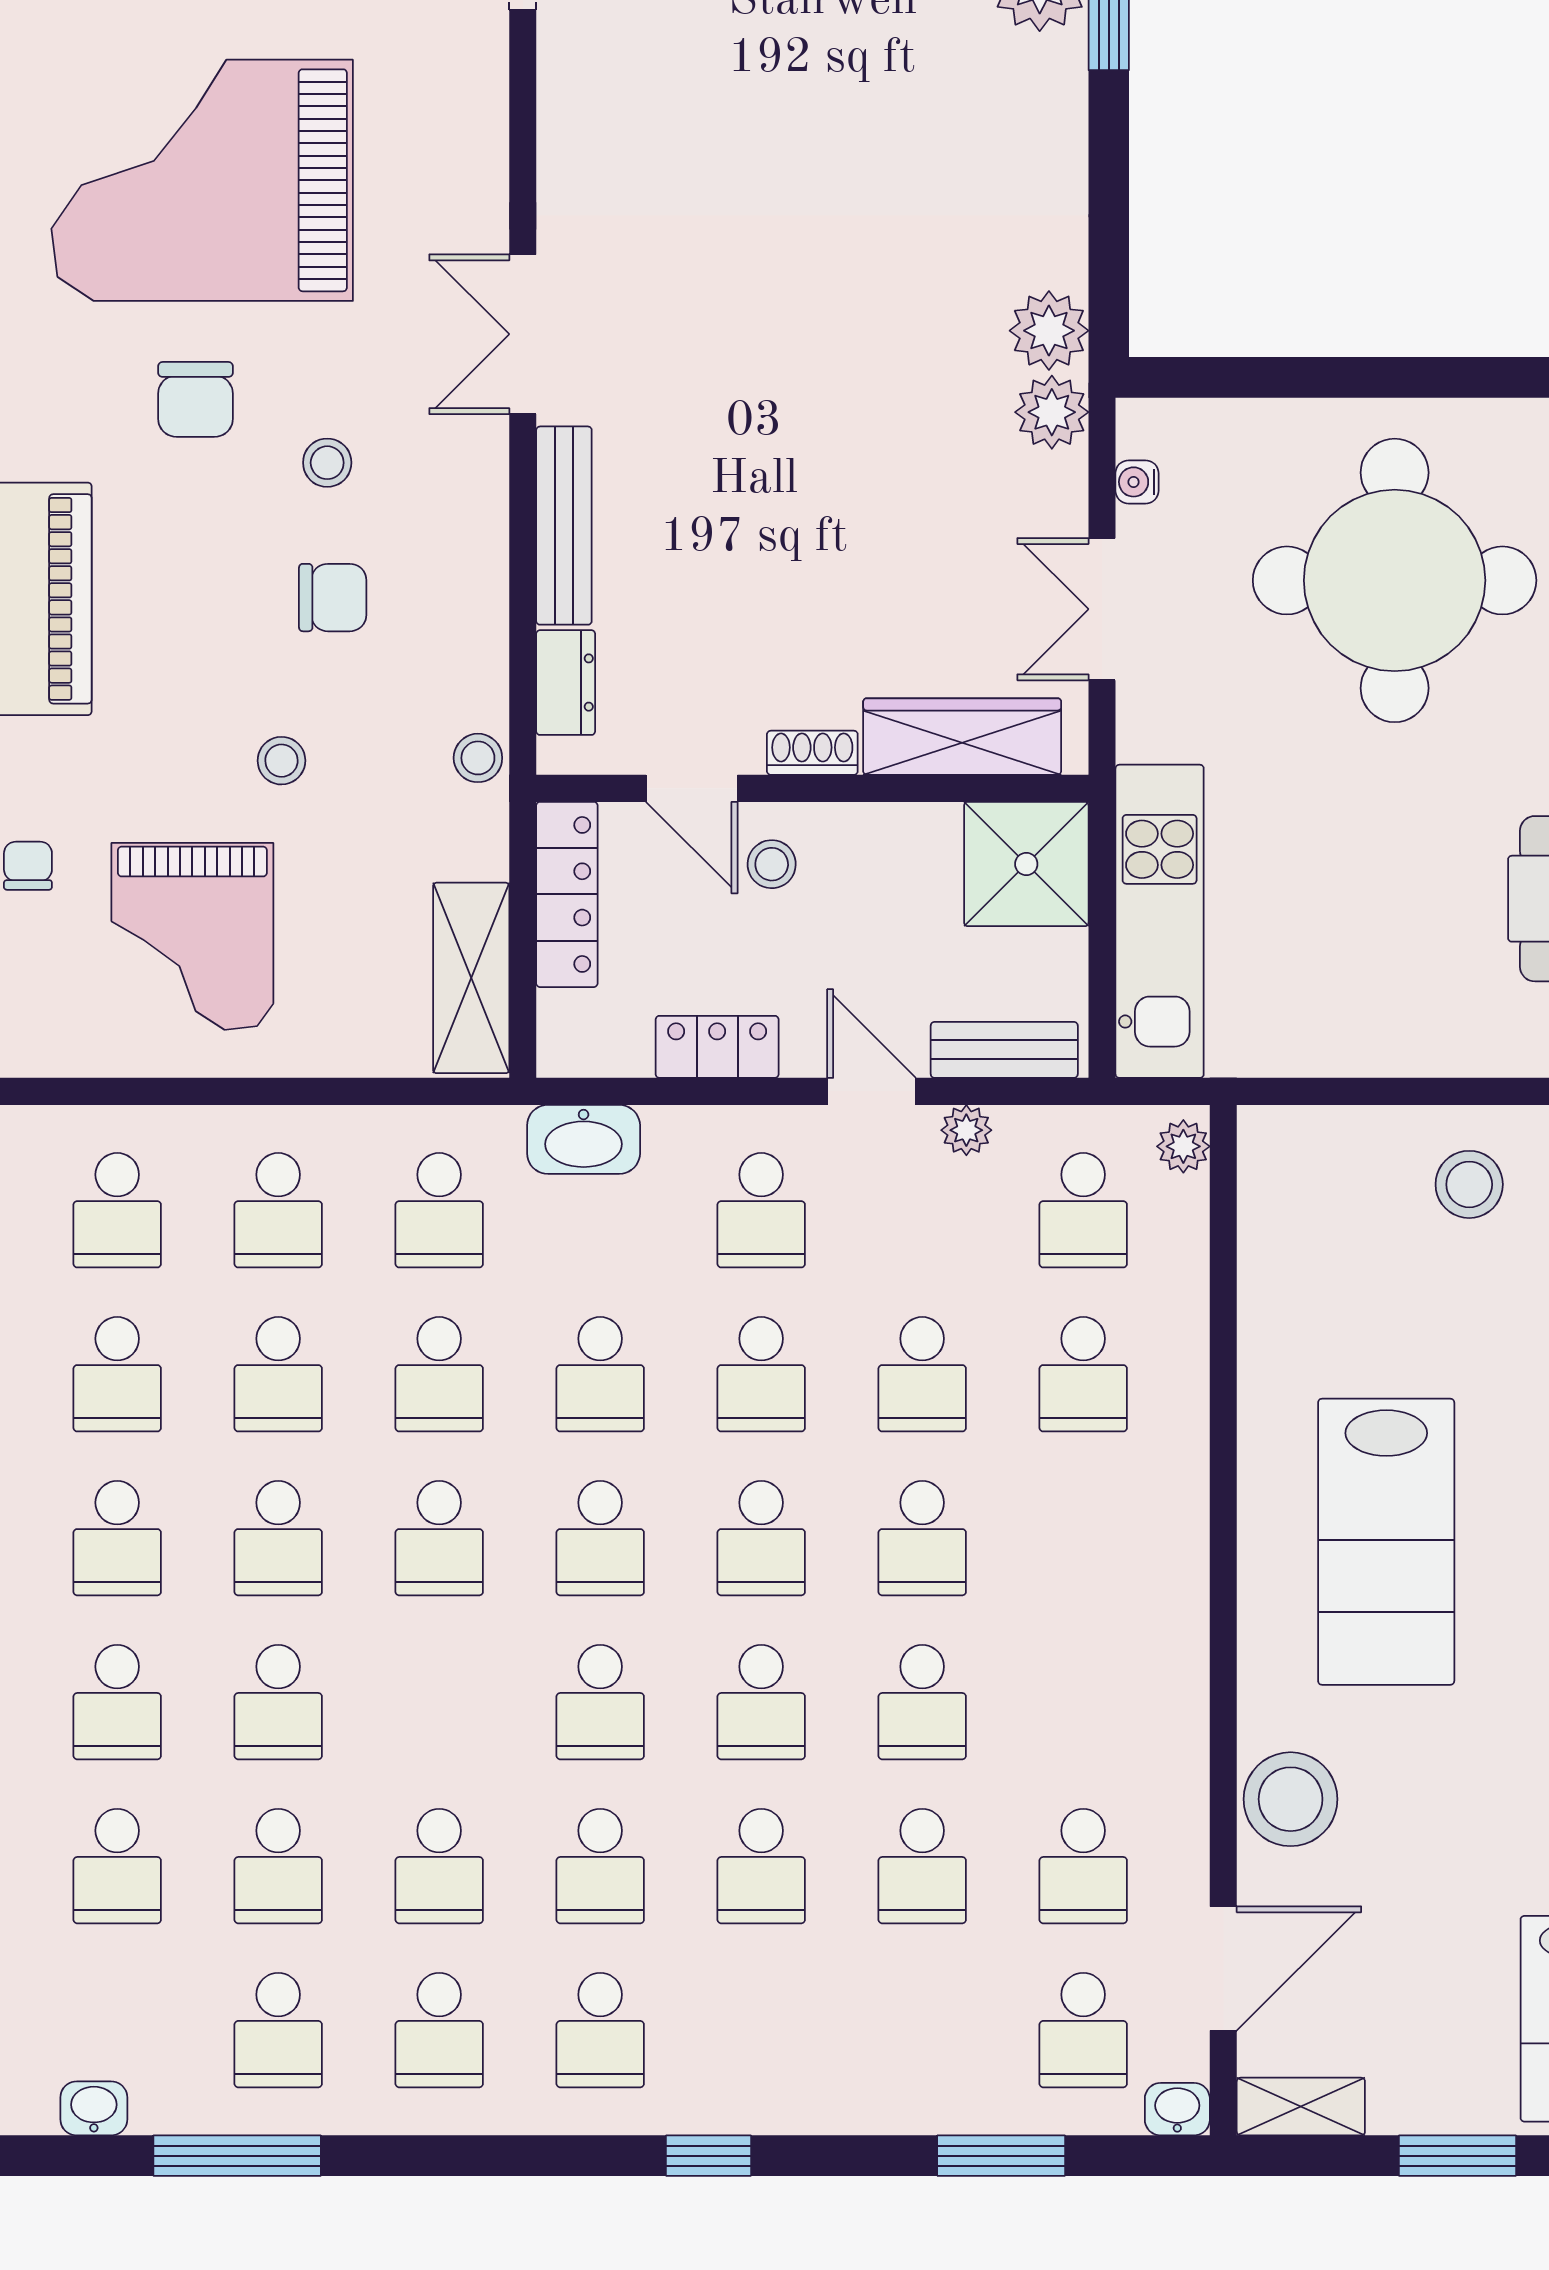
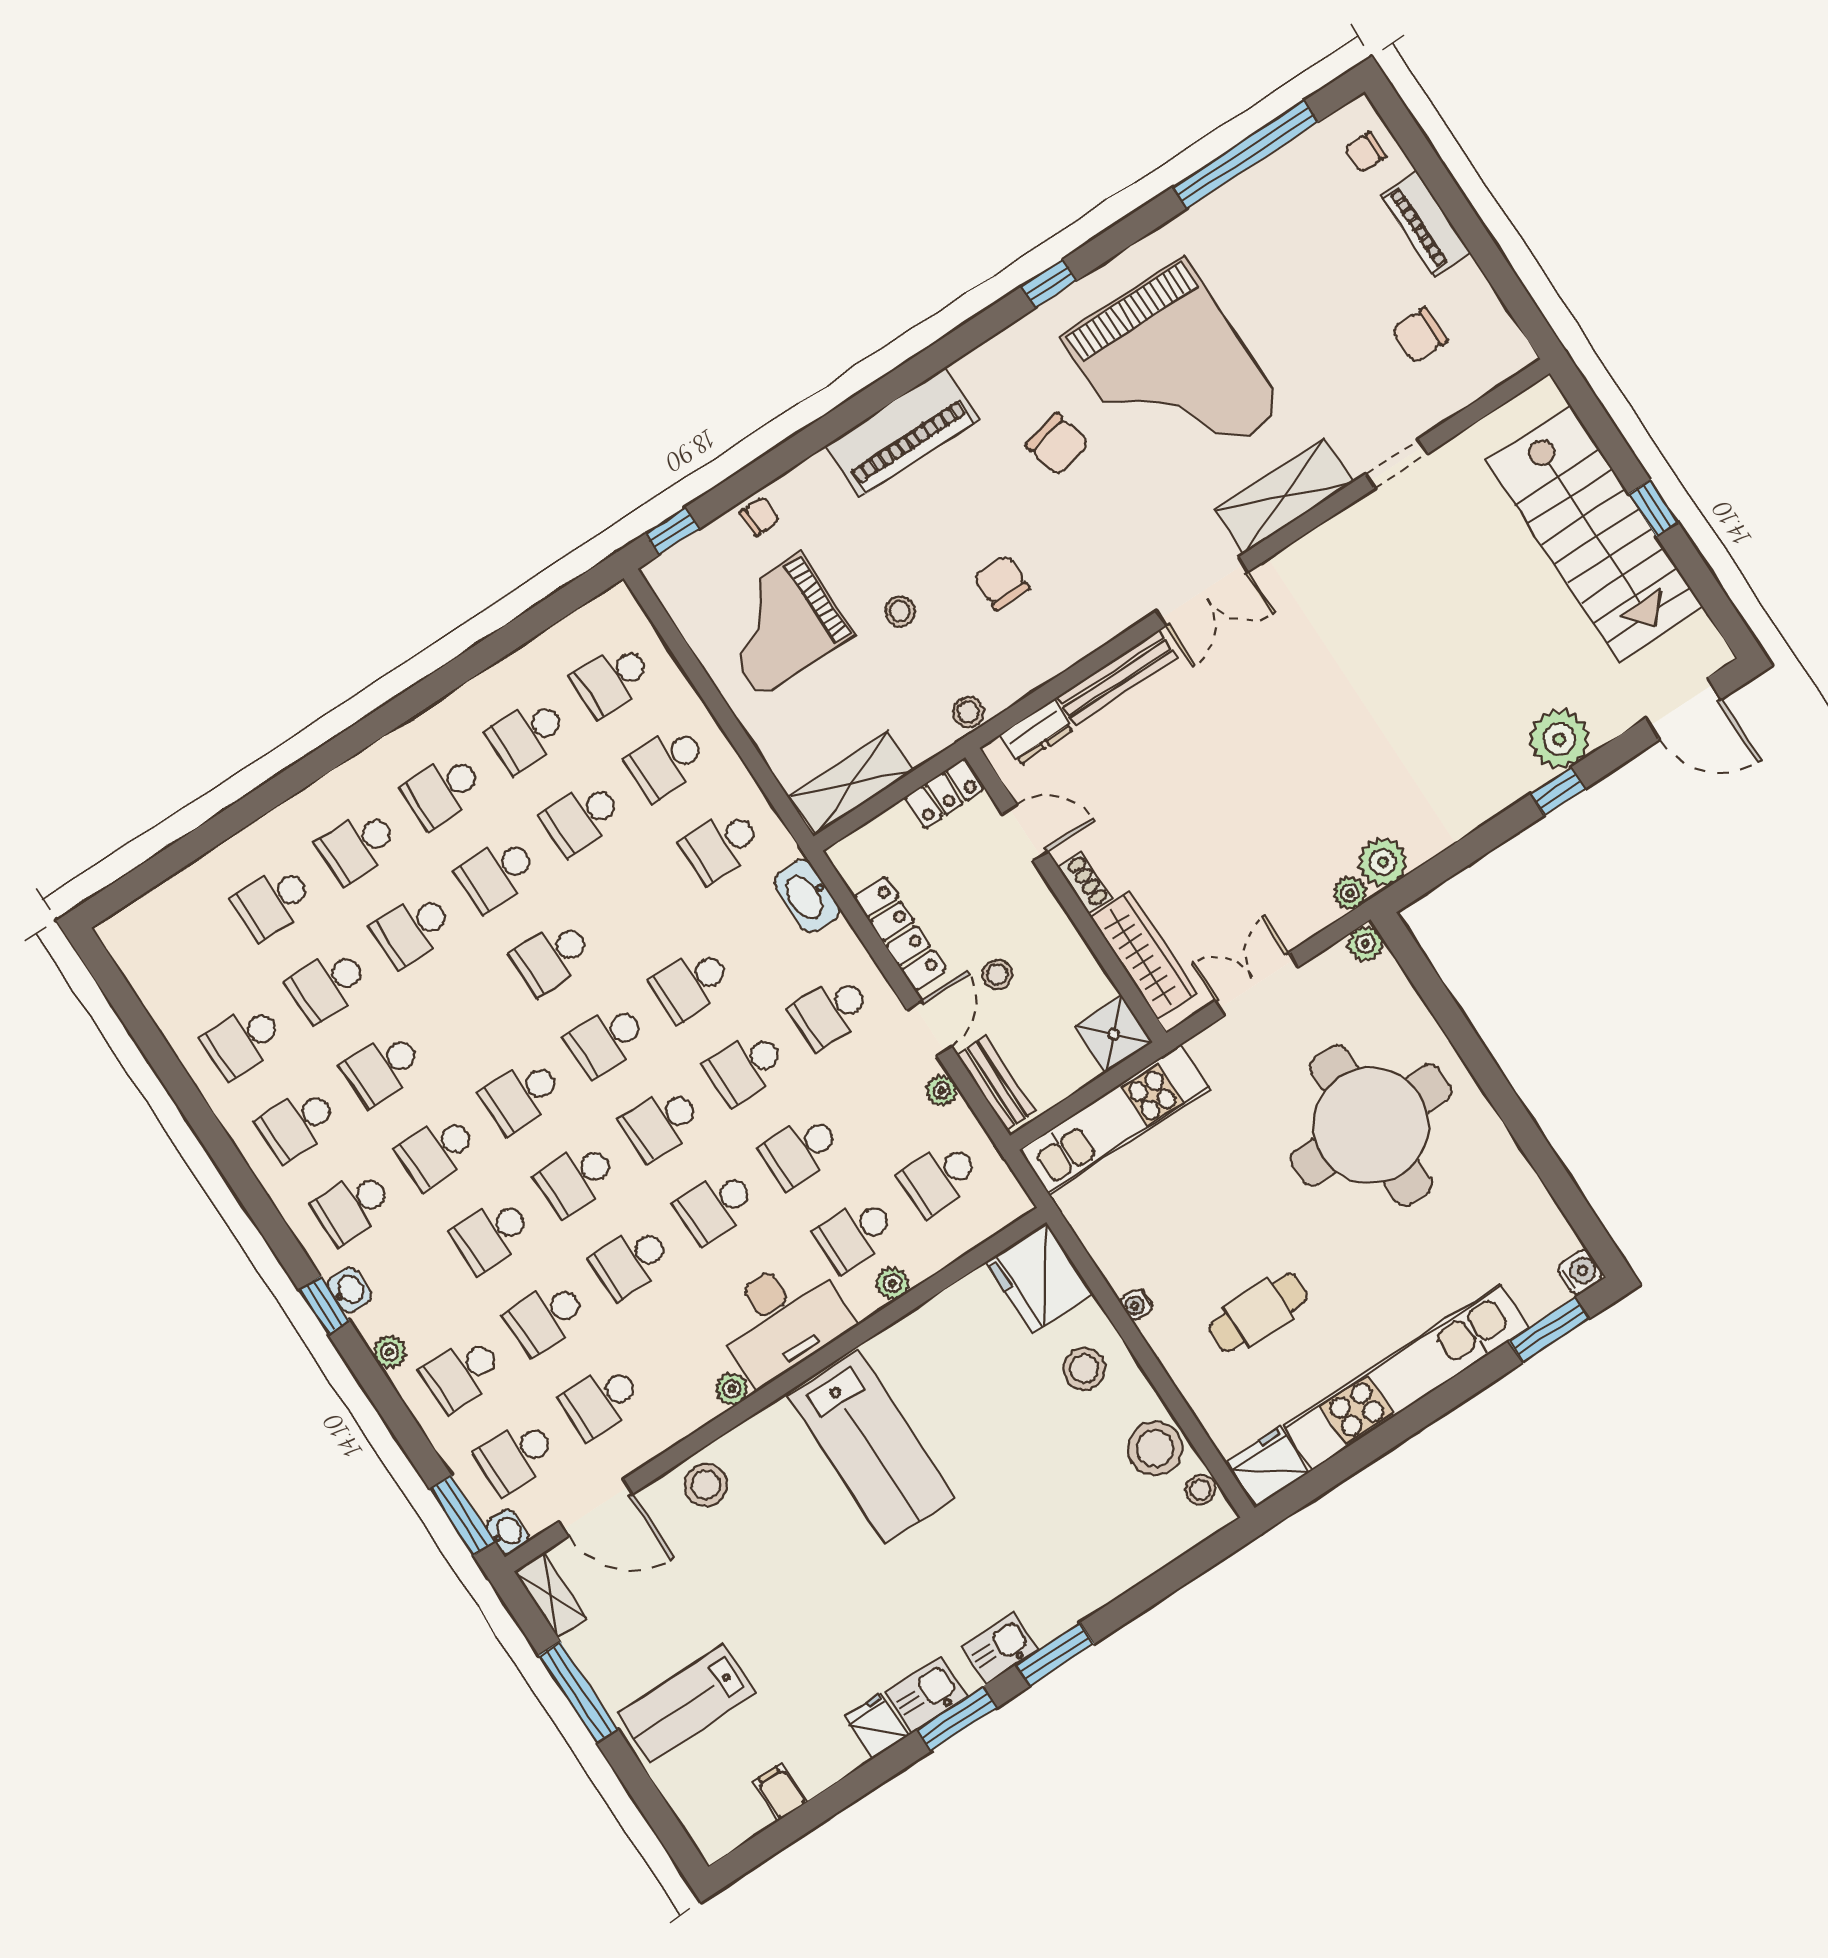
shelving: (467, 139) -> (1284, 496), added
grand piano: (202, 180) -> (1173, 374), turned 180
double door: (523, 334) -> (1202, 591), swing flipped
chair: (195, 399) -> (1057, 444), turned -103
plant: (1052, 412) -> (1350, 893), width x0.73, depth x0.73
plant: (1144, 426) -> (1366, 944), added
stool: (327, 463) -> (1069, 534), removed
water cooler: (1137, 482) -> (1137, 1305), moved, turned -90
chair: (333, 598) -> (1002, 583), turned 180
door: (692, 788) -> (1025, 833), swing flipped
stool: (772, 864) -> (997, 974), moved
shower: (1026, 864) -> (1114, 1034), width x0.73, depth x0.73
locker: (567, 894) -> (944, 793), width x0.66
locker: (717, 1047) -> (900, 934), width x1.53
plant: (1183, 1146) -> (892, 1283), moved
fridge: (1306, 1164) -> (1040, 1278), added
school desk: (439, 1374) -> (462, 1373), moved
lab bench: (1386, 1542) -> (871, 1447), turned -90
desk: (1133, 1549) -> (782, 1319), added
plant: (1183, 1679) -> (732, 1389), added
stool: (1291, 1799) -> (706, 1485), width x0.73, depth x0.73
washbasin: (94, 2108) -> (349, 1290), moved
plant: (829, 2109) -> (390, 1352), added
window: (237, 2156) -> (164, 1062), removed
window: (1001, 2156) -> (462, 1515), moved
window: (1457, 2156) -> (578, 1692), width x1.44

